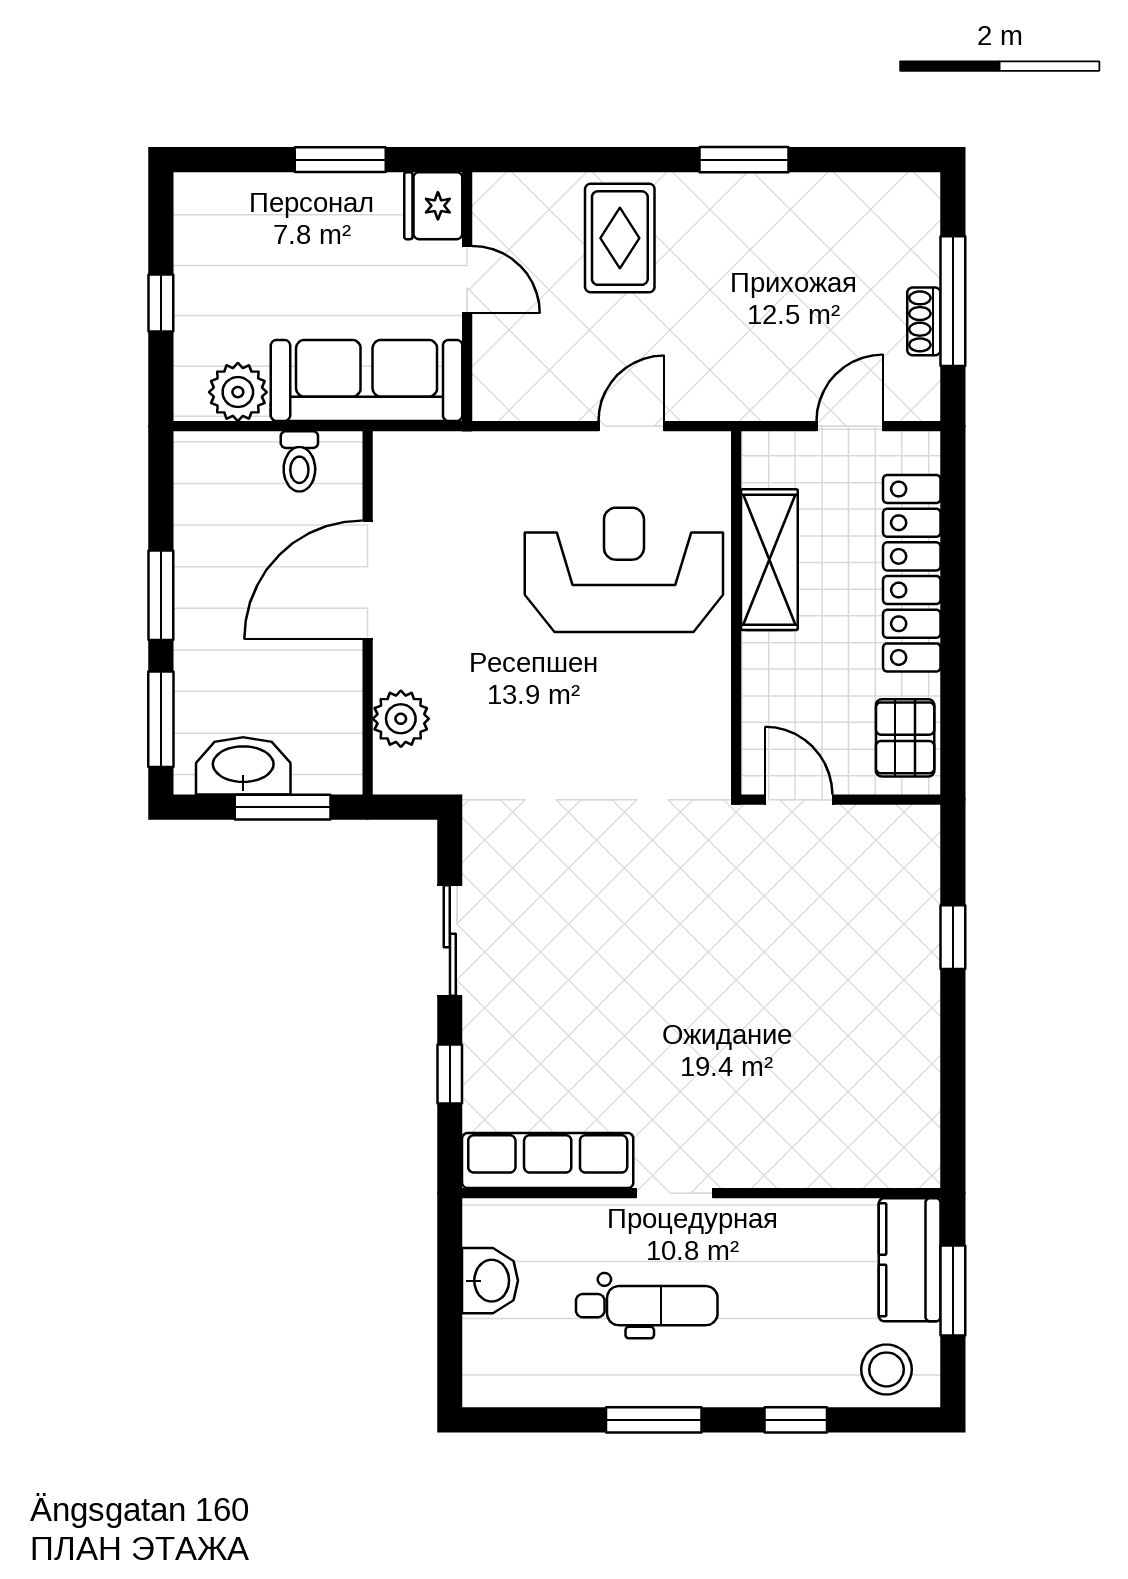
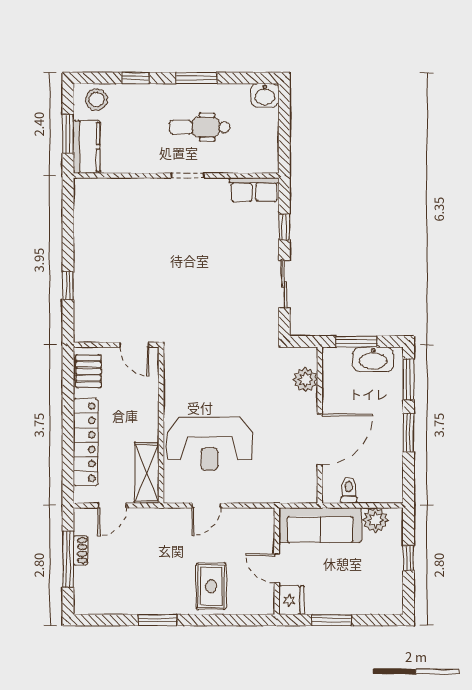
shelving: (769, 560) -> (147, 473), moved
row of seats: (548, 1161) -> (254, 190), width x0.68
washbasin: (490, 1281) -> (265, 95), moved, turned -90

